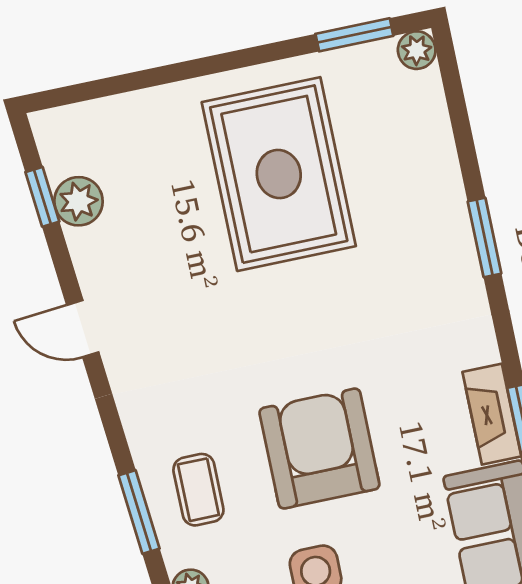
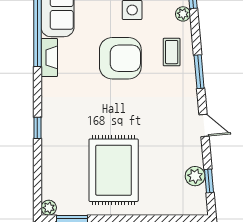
window: (485, 237) -> (37, 128), width x0.67
armchair: (319, 449) -> (120, 58), turned -90
window: (139, 512) -> (199, 72), moved

